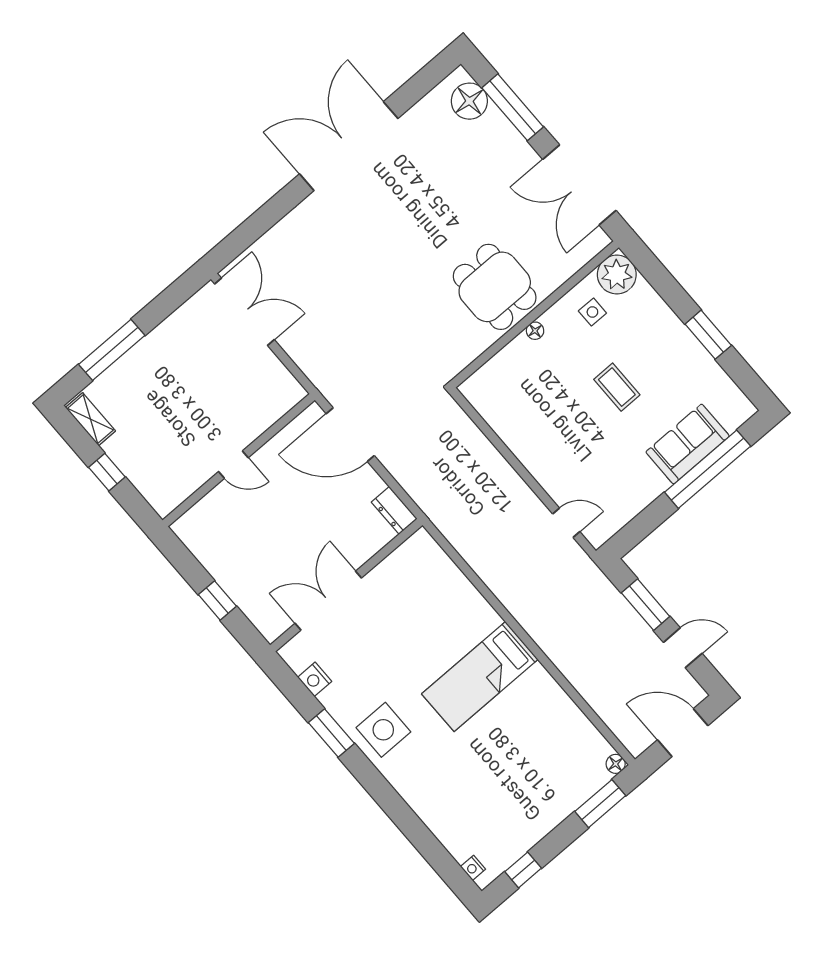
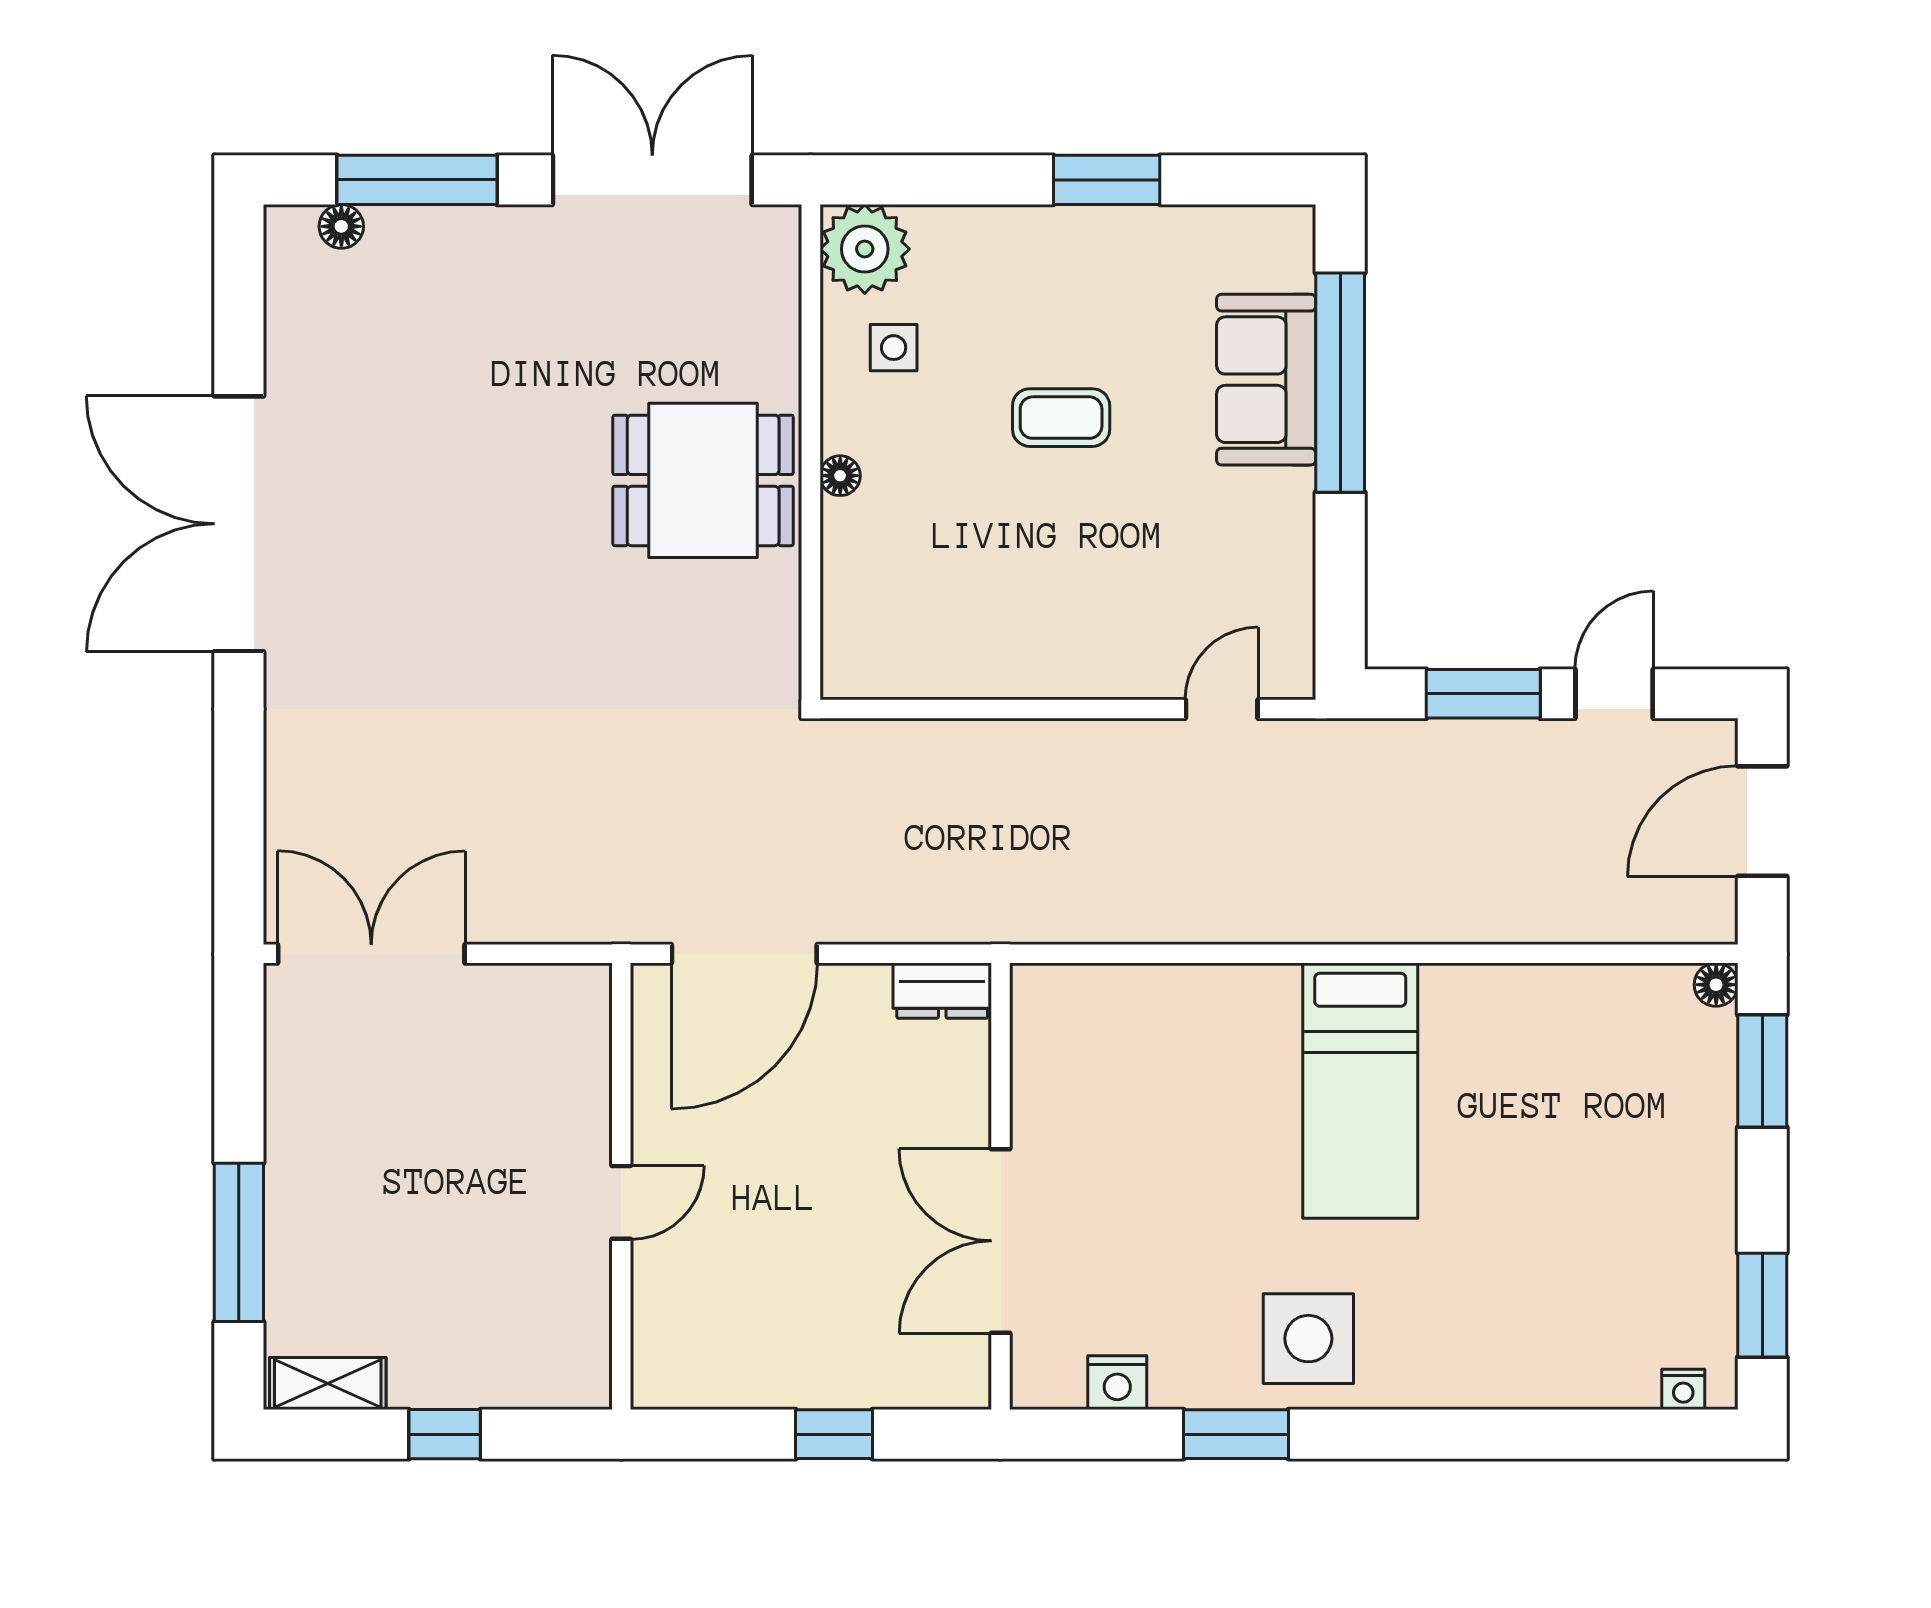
floor lamp: (469, 101) -> (341, 226), width x0.53, depth x0.53
double door: (579, 185) -> (652, 180), swing flipped
window: (523, 870) -> (1762, 1305), width x1.50

